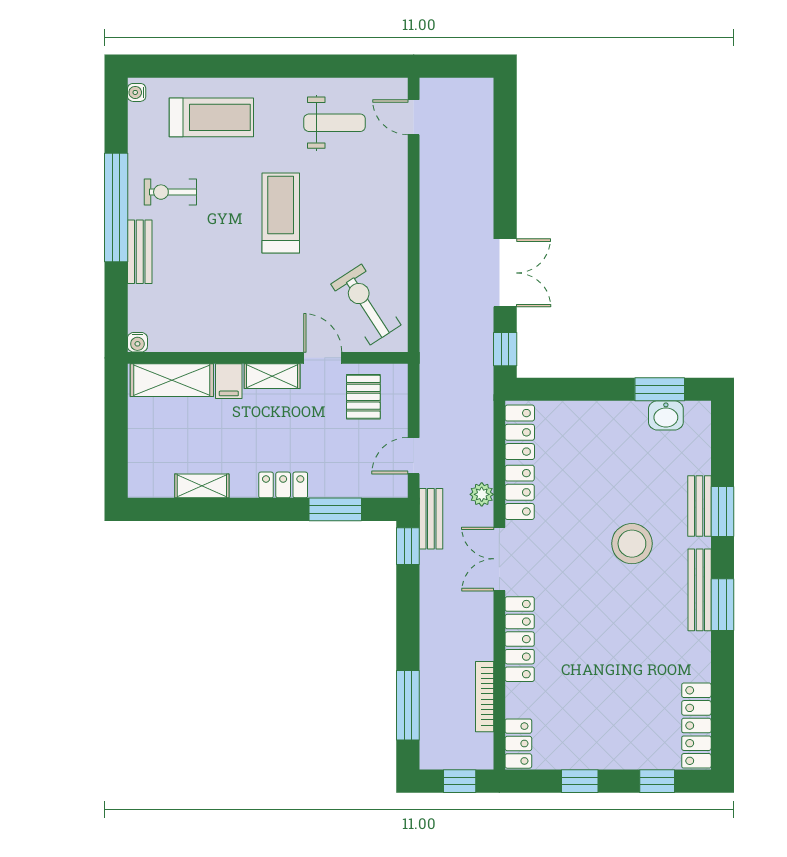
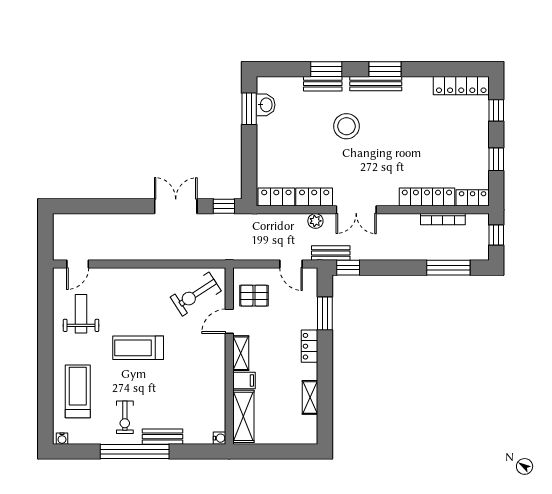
locker: (520, 639) -> (427, 197), moved

